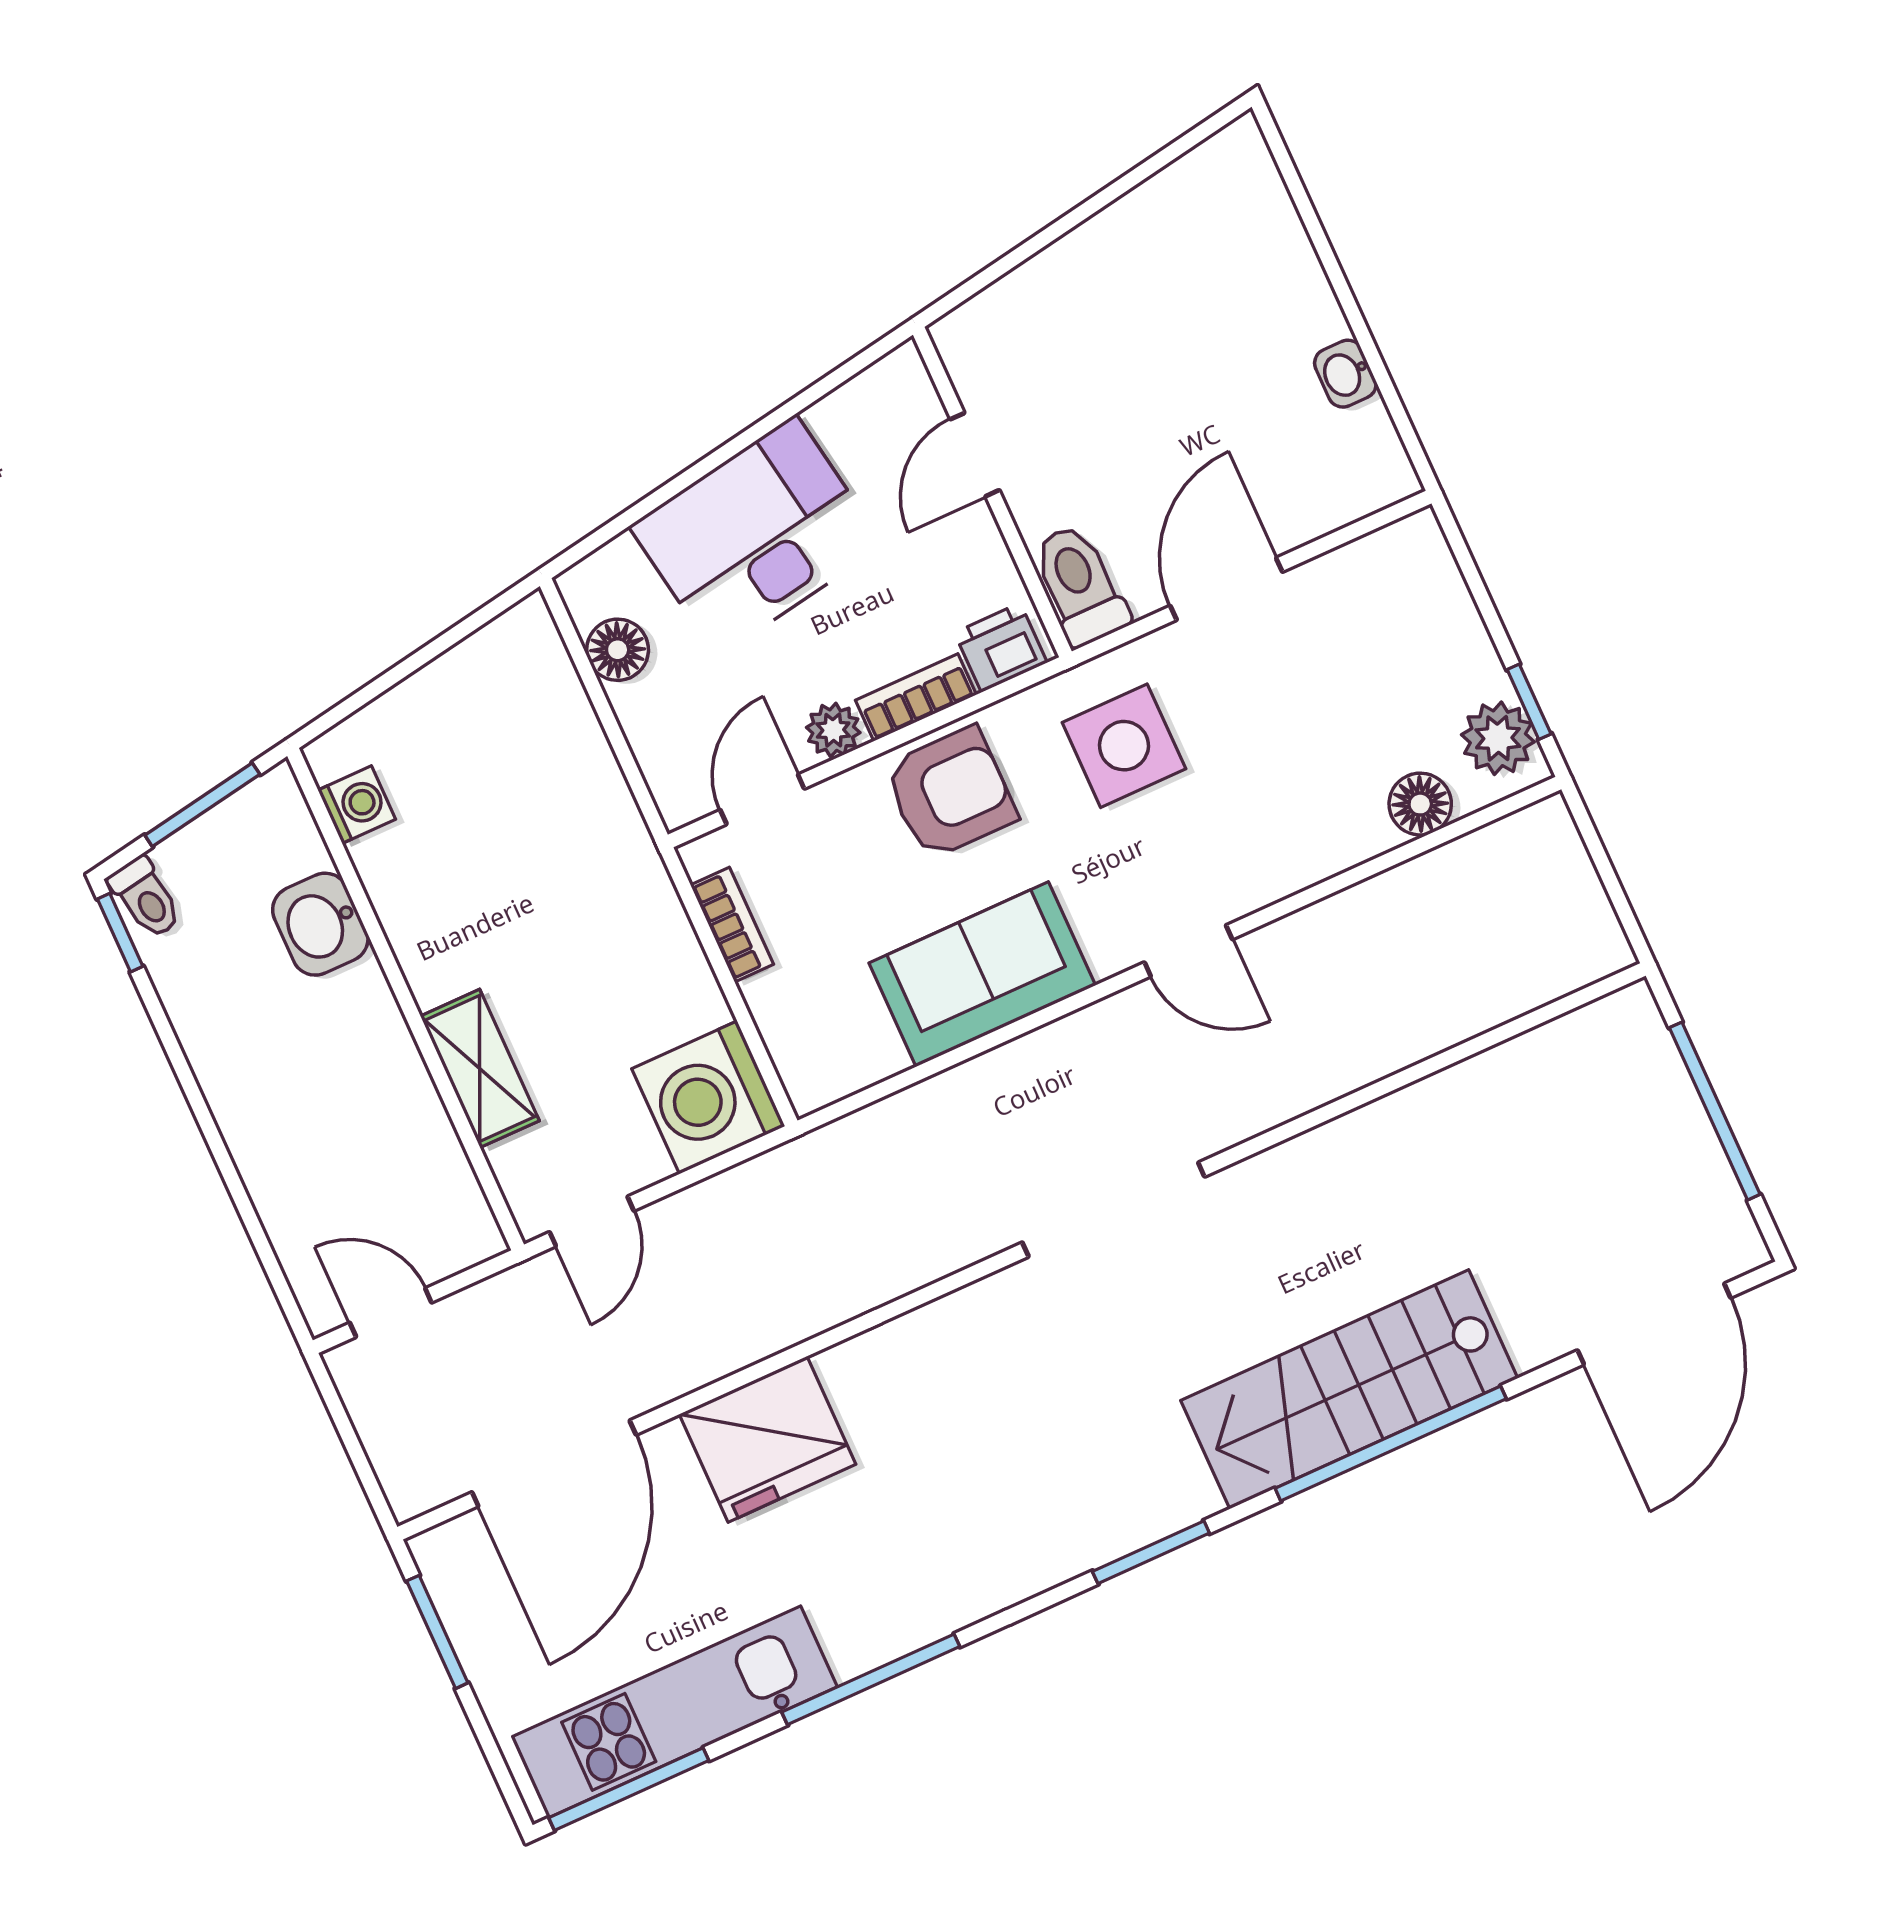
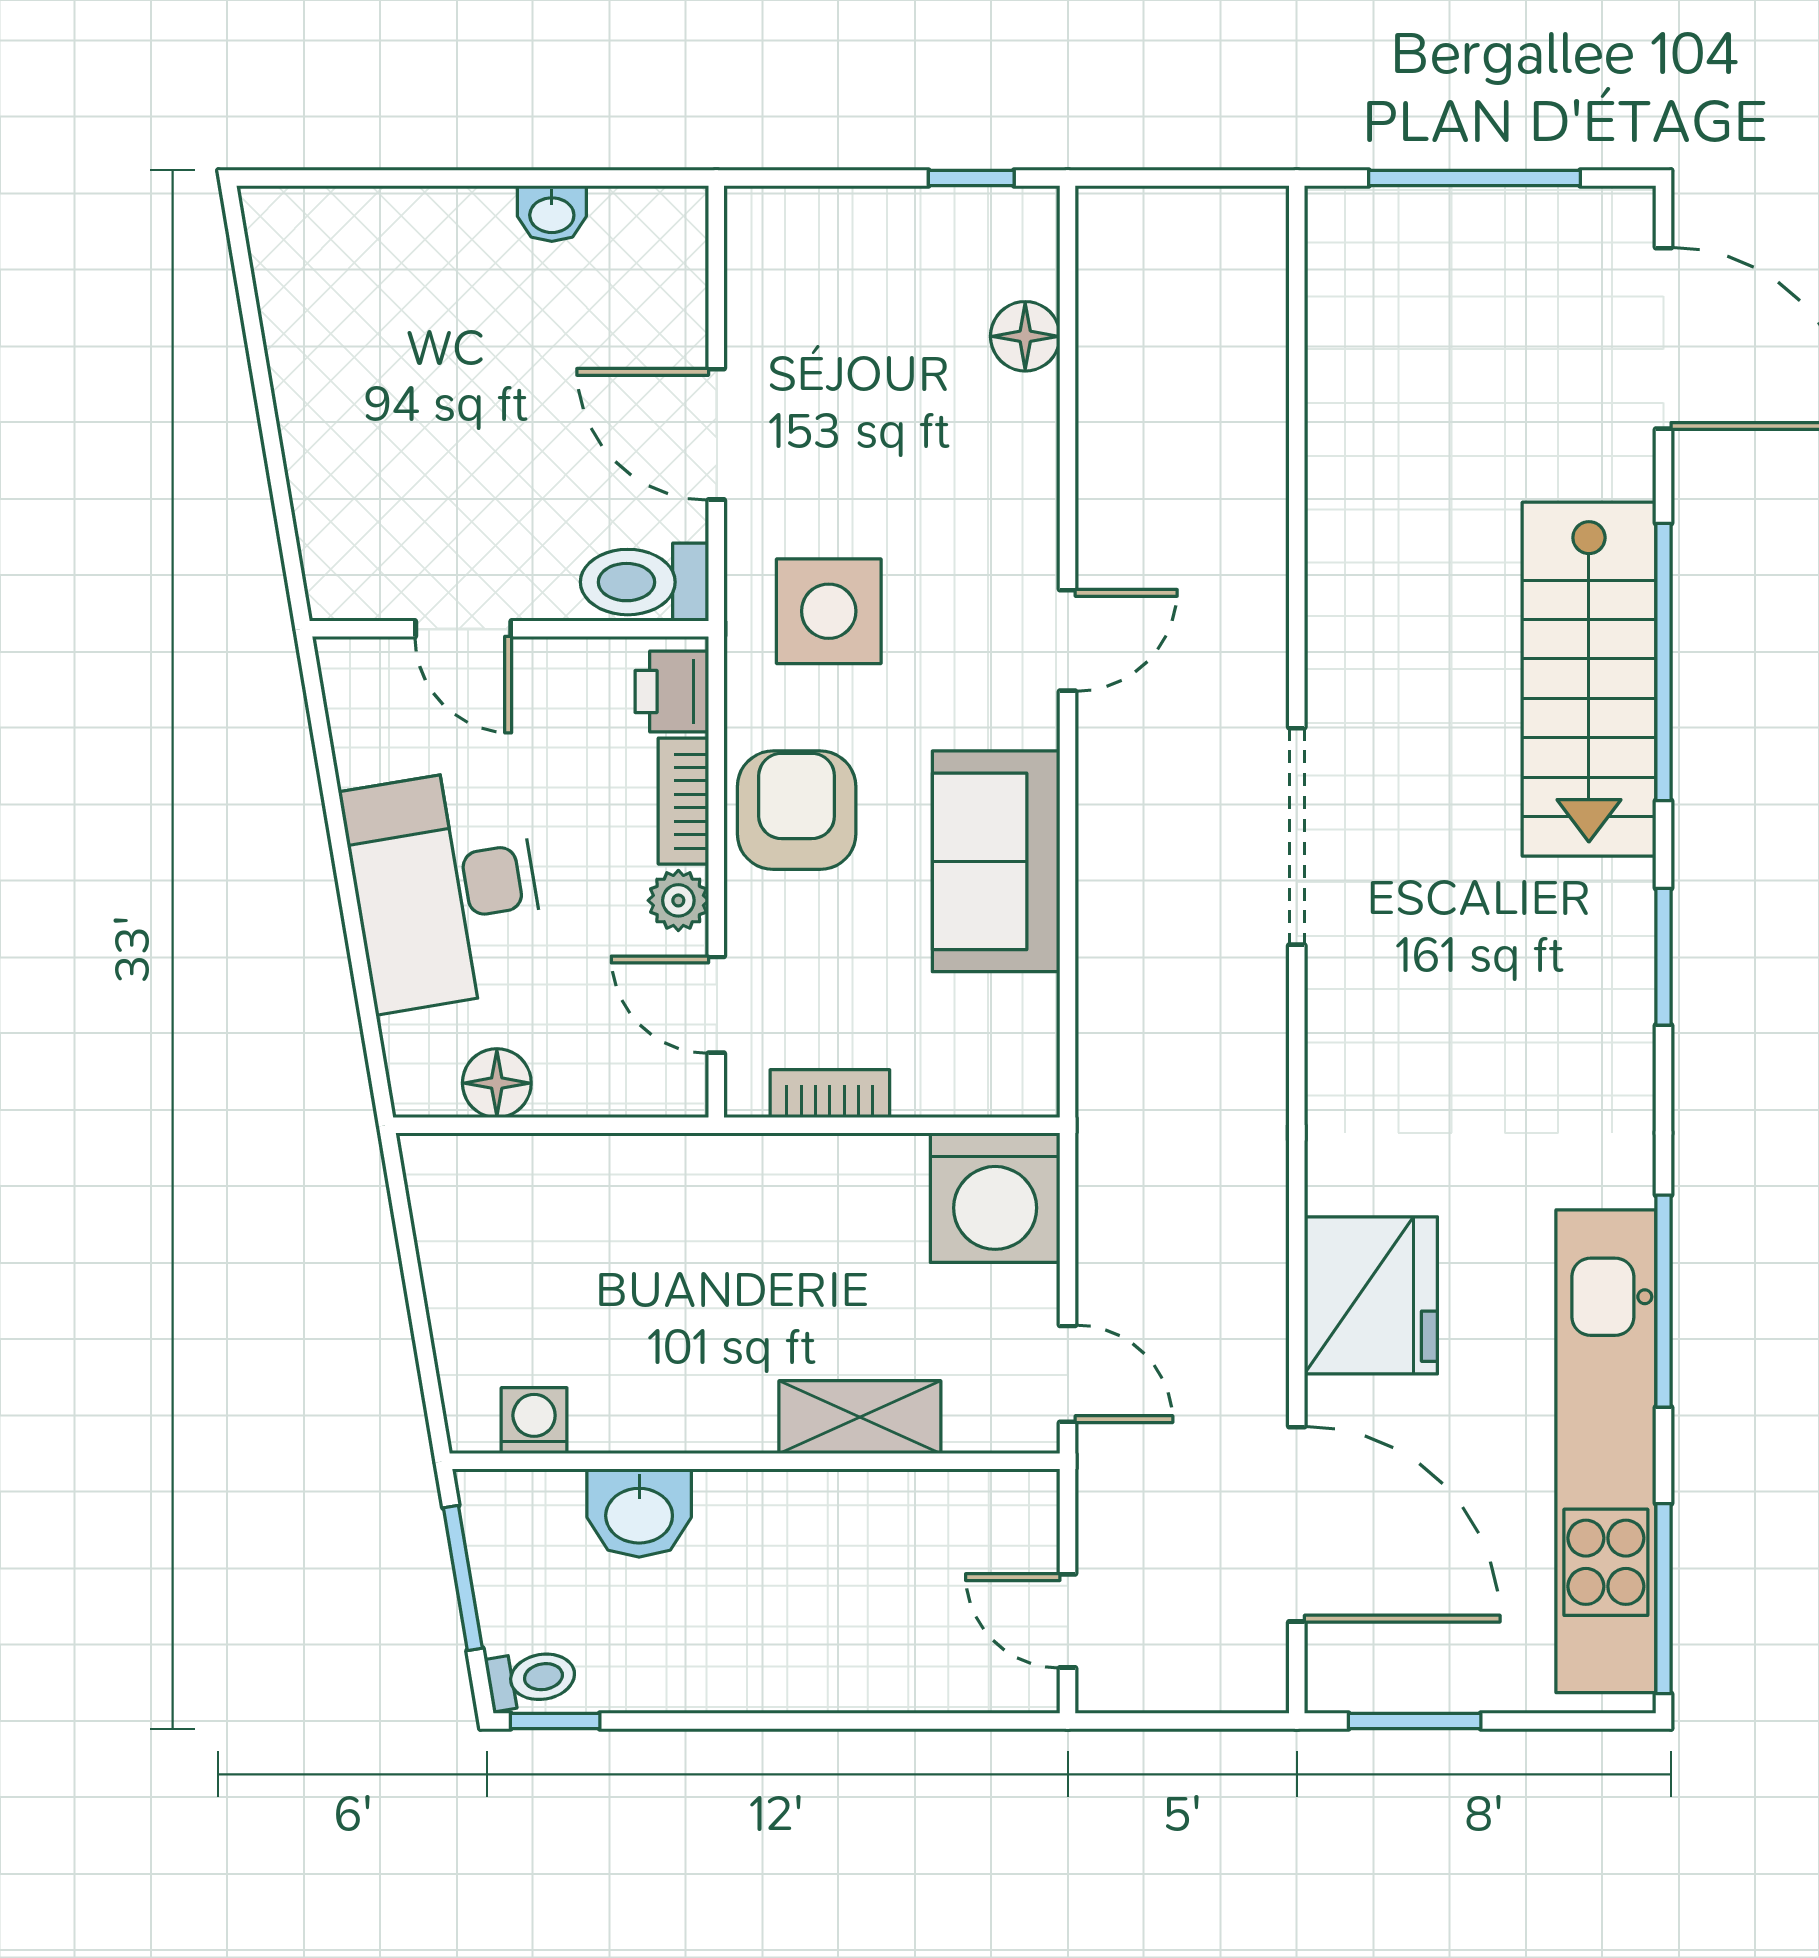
plant: (1498, 738) -> (994, 227), removed
door: (391, 1313) -> (1068, 1621), hinge flipped
kitchen unit: (675, 1712) -> (1606, 1451), width x1.36

